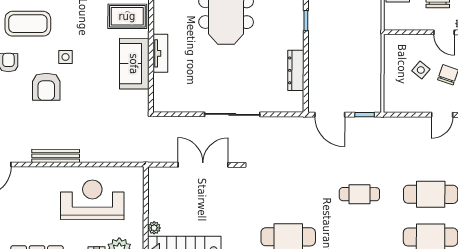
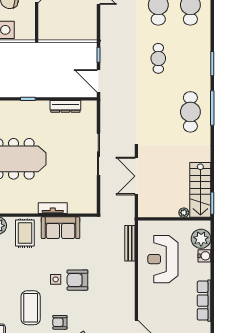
side table: (421, 70) -> (65, 12), removed
armchair: (46, 87) -> (77, 280), moved, turned 180
door: (330, 115) -> (98, 81), swing flipped
bench: (56, 156) -> (130, 243), moved

